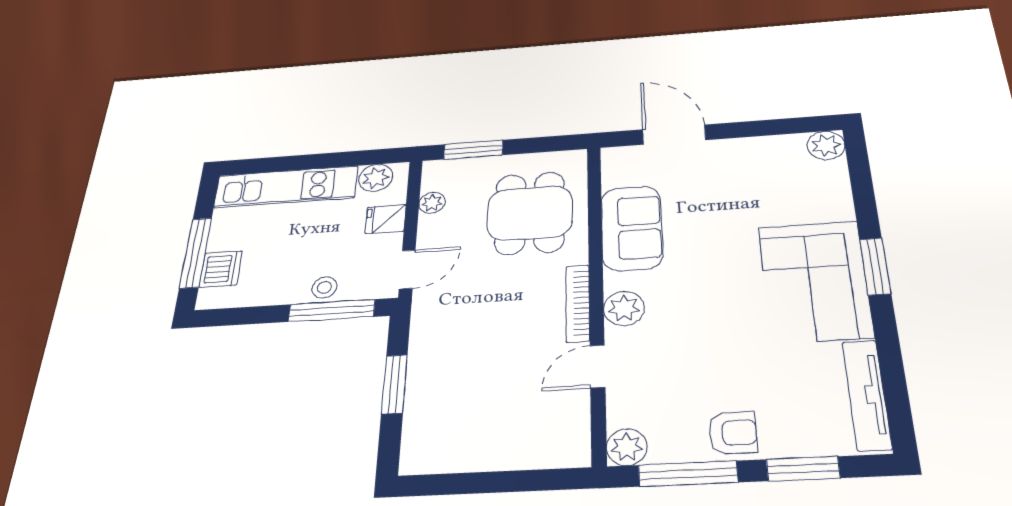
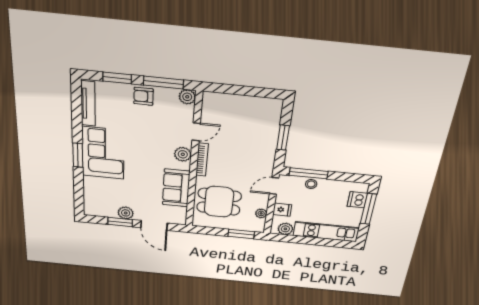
window: (754, 129) -> (120, 222), added
plant: (826, 145) -> (126, 213), moved
dining table: (530, 213) -> (219, 202), turned 90

